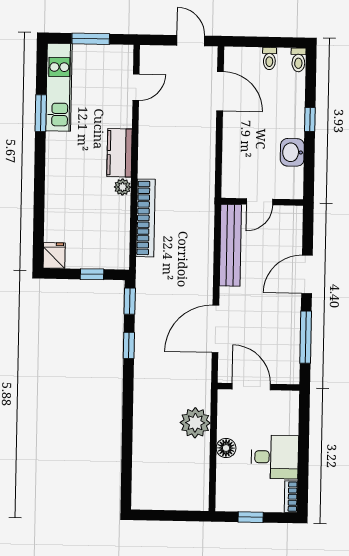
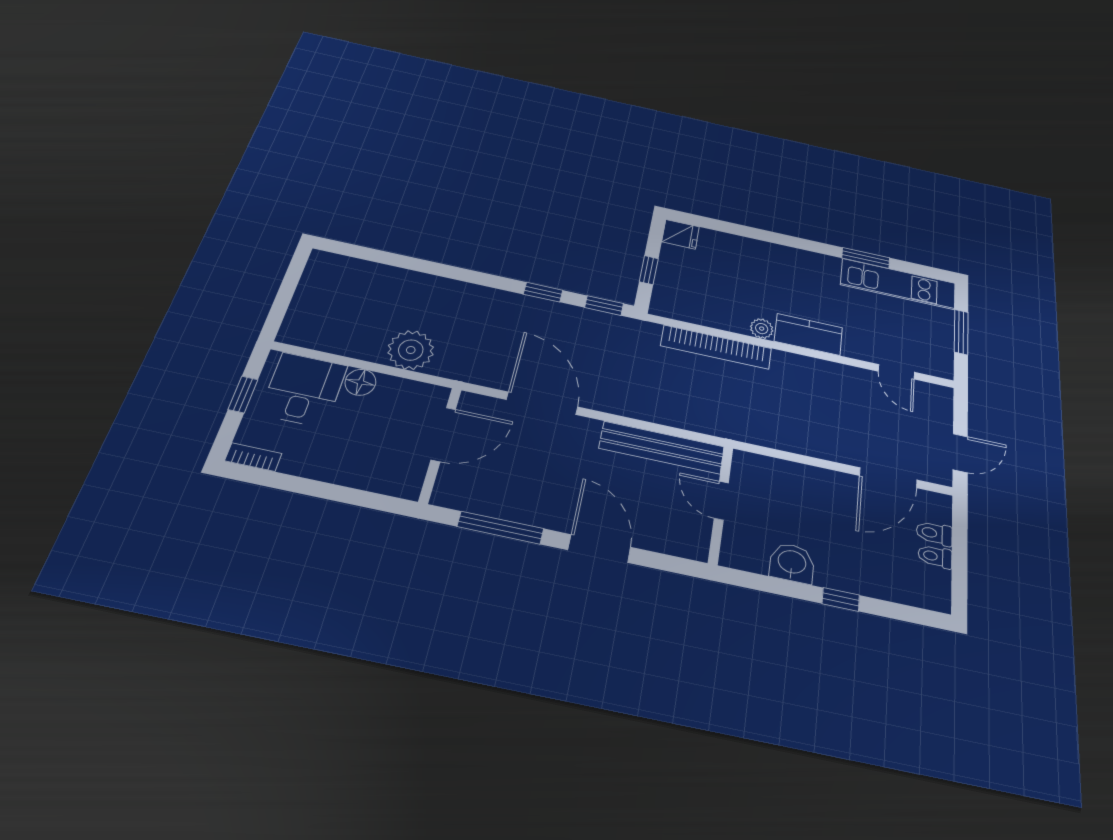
toilet: (298, 60) -> (934, 533), moved
desk: (275, 457) -> (304, 390), moved, turned 180

